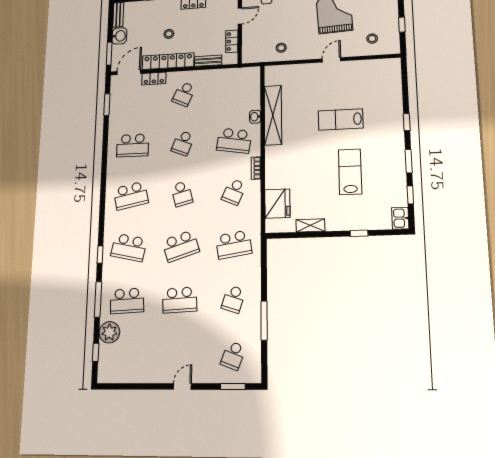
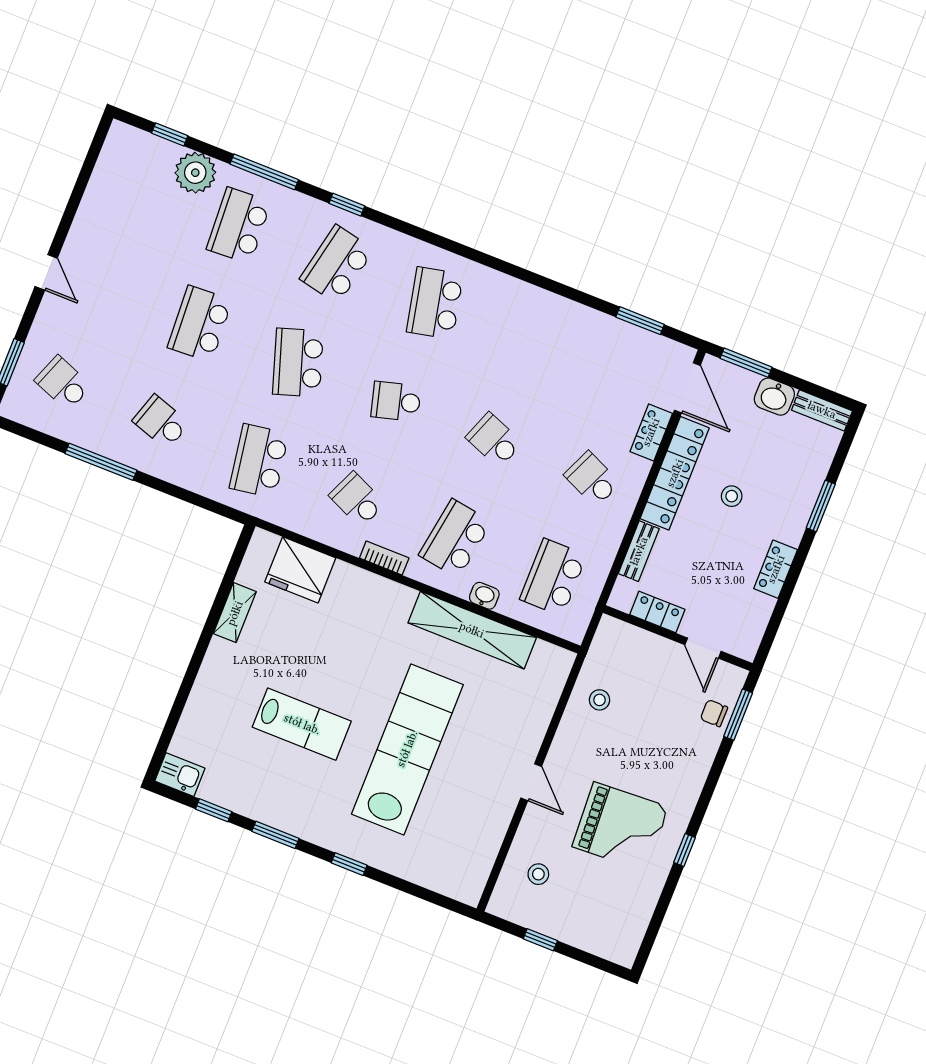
lab bench: (341, 119) -> (407, 749), width x1.86, depth x1.39
school desk: (133, 145) -> (553, 577), moved
window: (359, 233) -> (184, 692), removed

